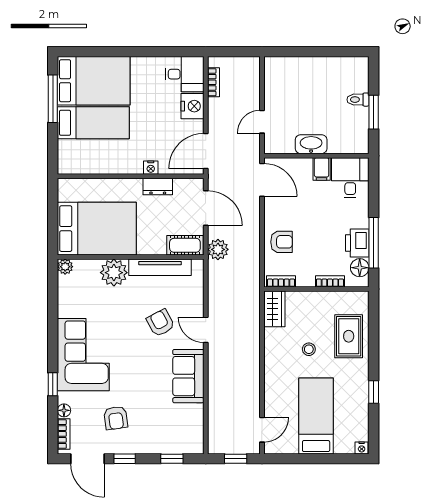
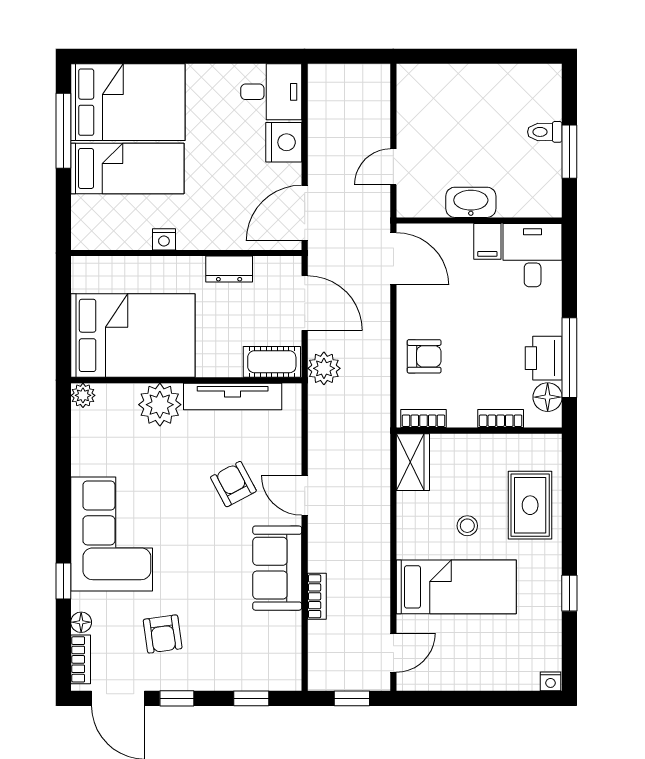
bookcase: (213, 82) -> (317, 596), moved
nightstand: (151, 168) -> (164, 239), moved
bed: (316, 416) -> (456, 587), moved, turned 90

